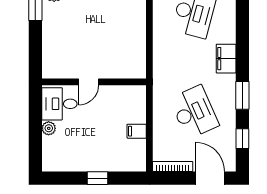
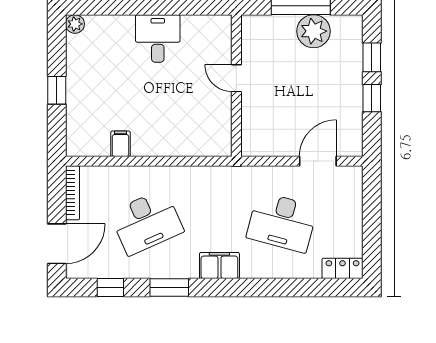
door: (89, 82) -> (236, 78), moved
wall: (94, 82) -> (236, 86), moved
plant: (49, 128) -> (75, 24), moved

